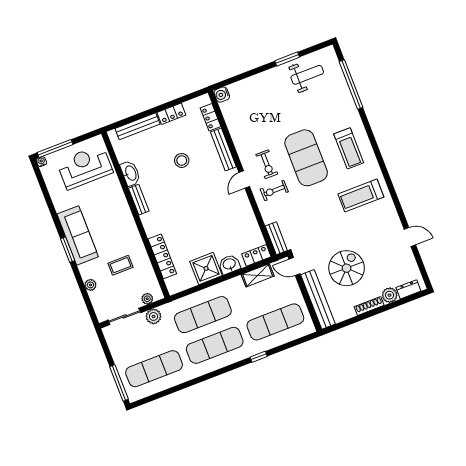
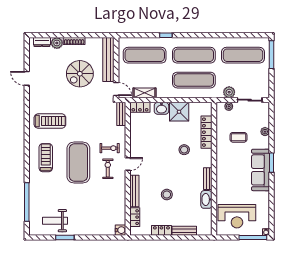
bench: (138, 126) -> (184, 231), width x0.73
stool: (182, 224) -> (184, 150), added

